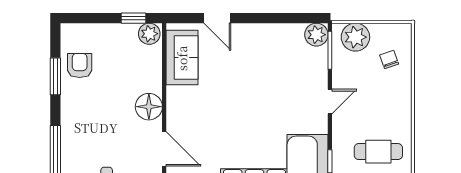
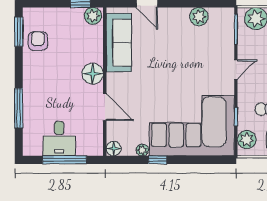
plant: (316, 35) -> (199, 17), moved
sofa: (182, 58) -> (119, 43), width x1.36
window: (55, 76) -> (19, 32), moved

